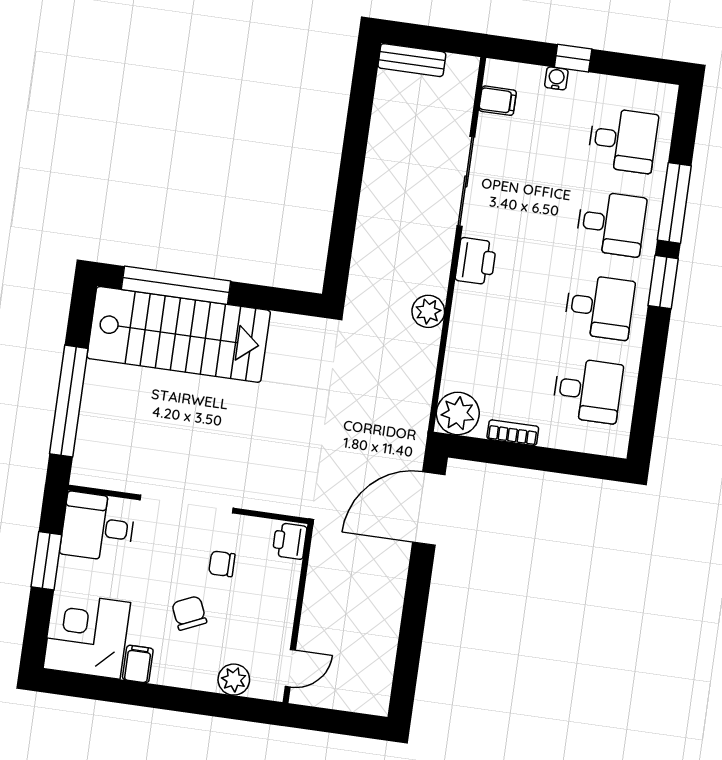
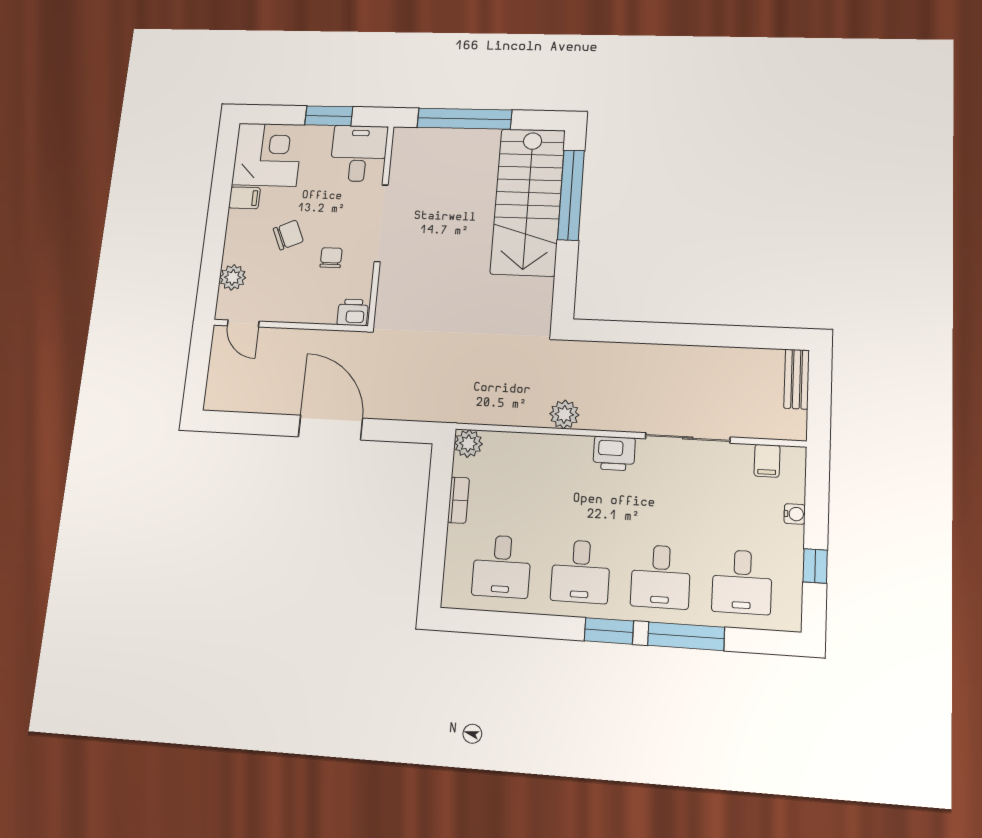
window: (573, 58) -> (815, 566), moved
plant: (458, 413) -> (468, 443), width x0.73, depth x0.73
door: (429, 508) -> (330, 428), moved

